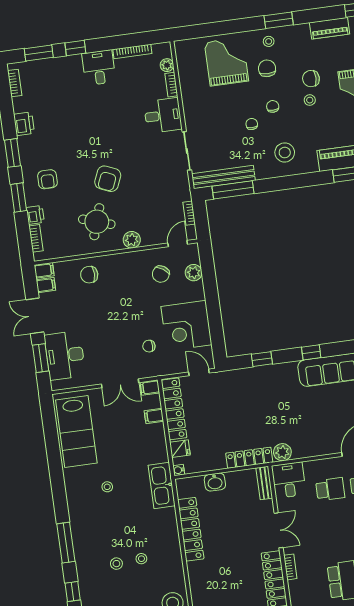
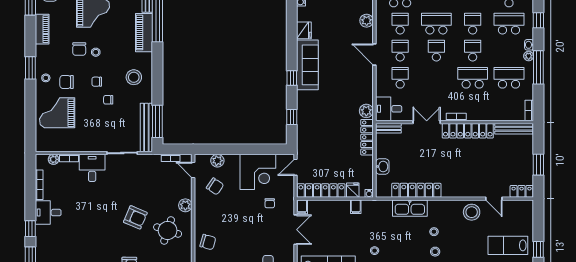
chair: (89, 275) -> (208, 242), turned -74
filing cabinet: (154, 416) -> (356, 207), moved
kitchen sink: (162, 485) -> (410, 208), moved

